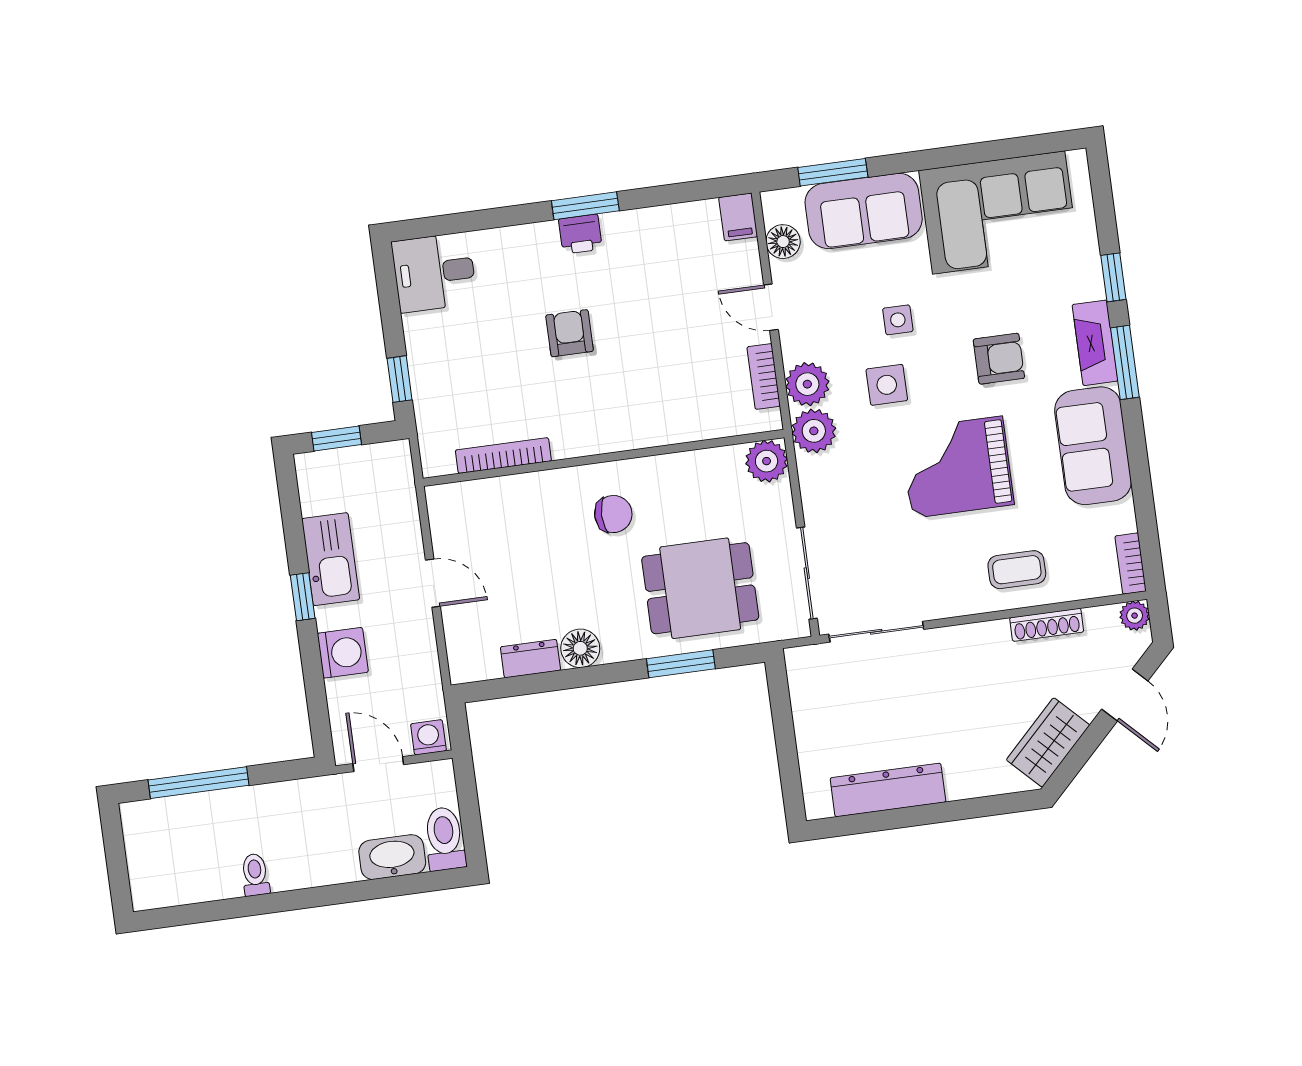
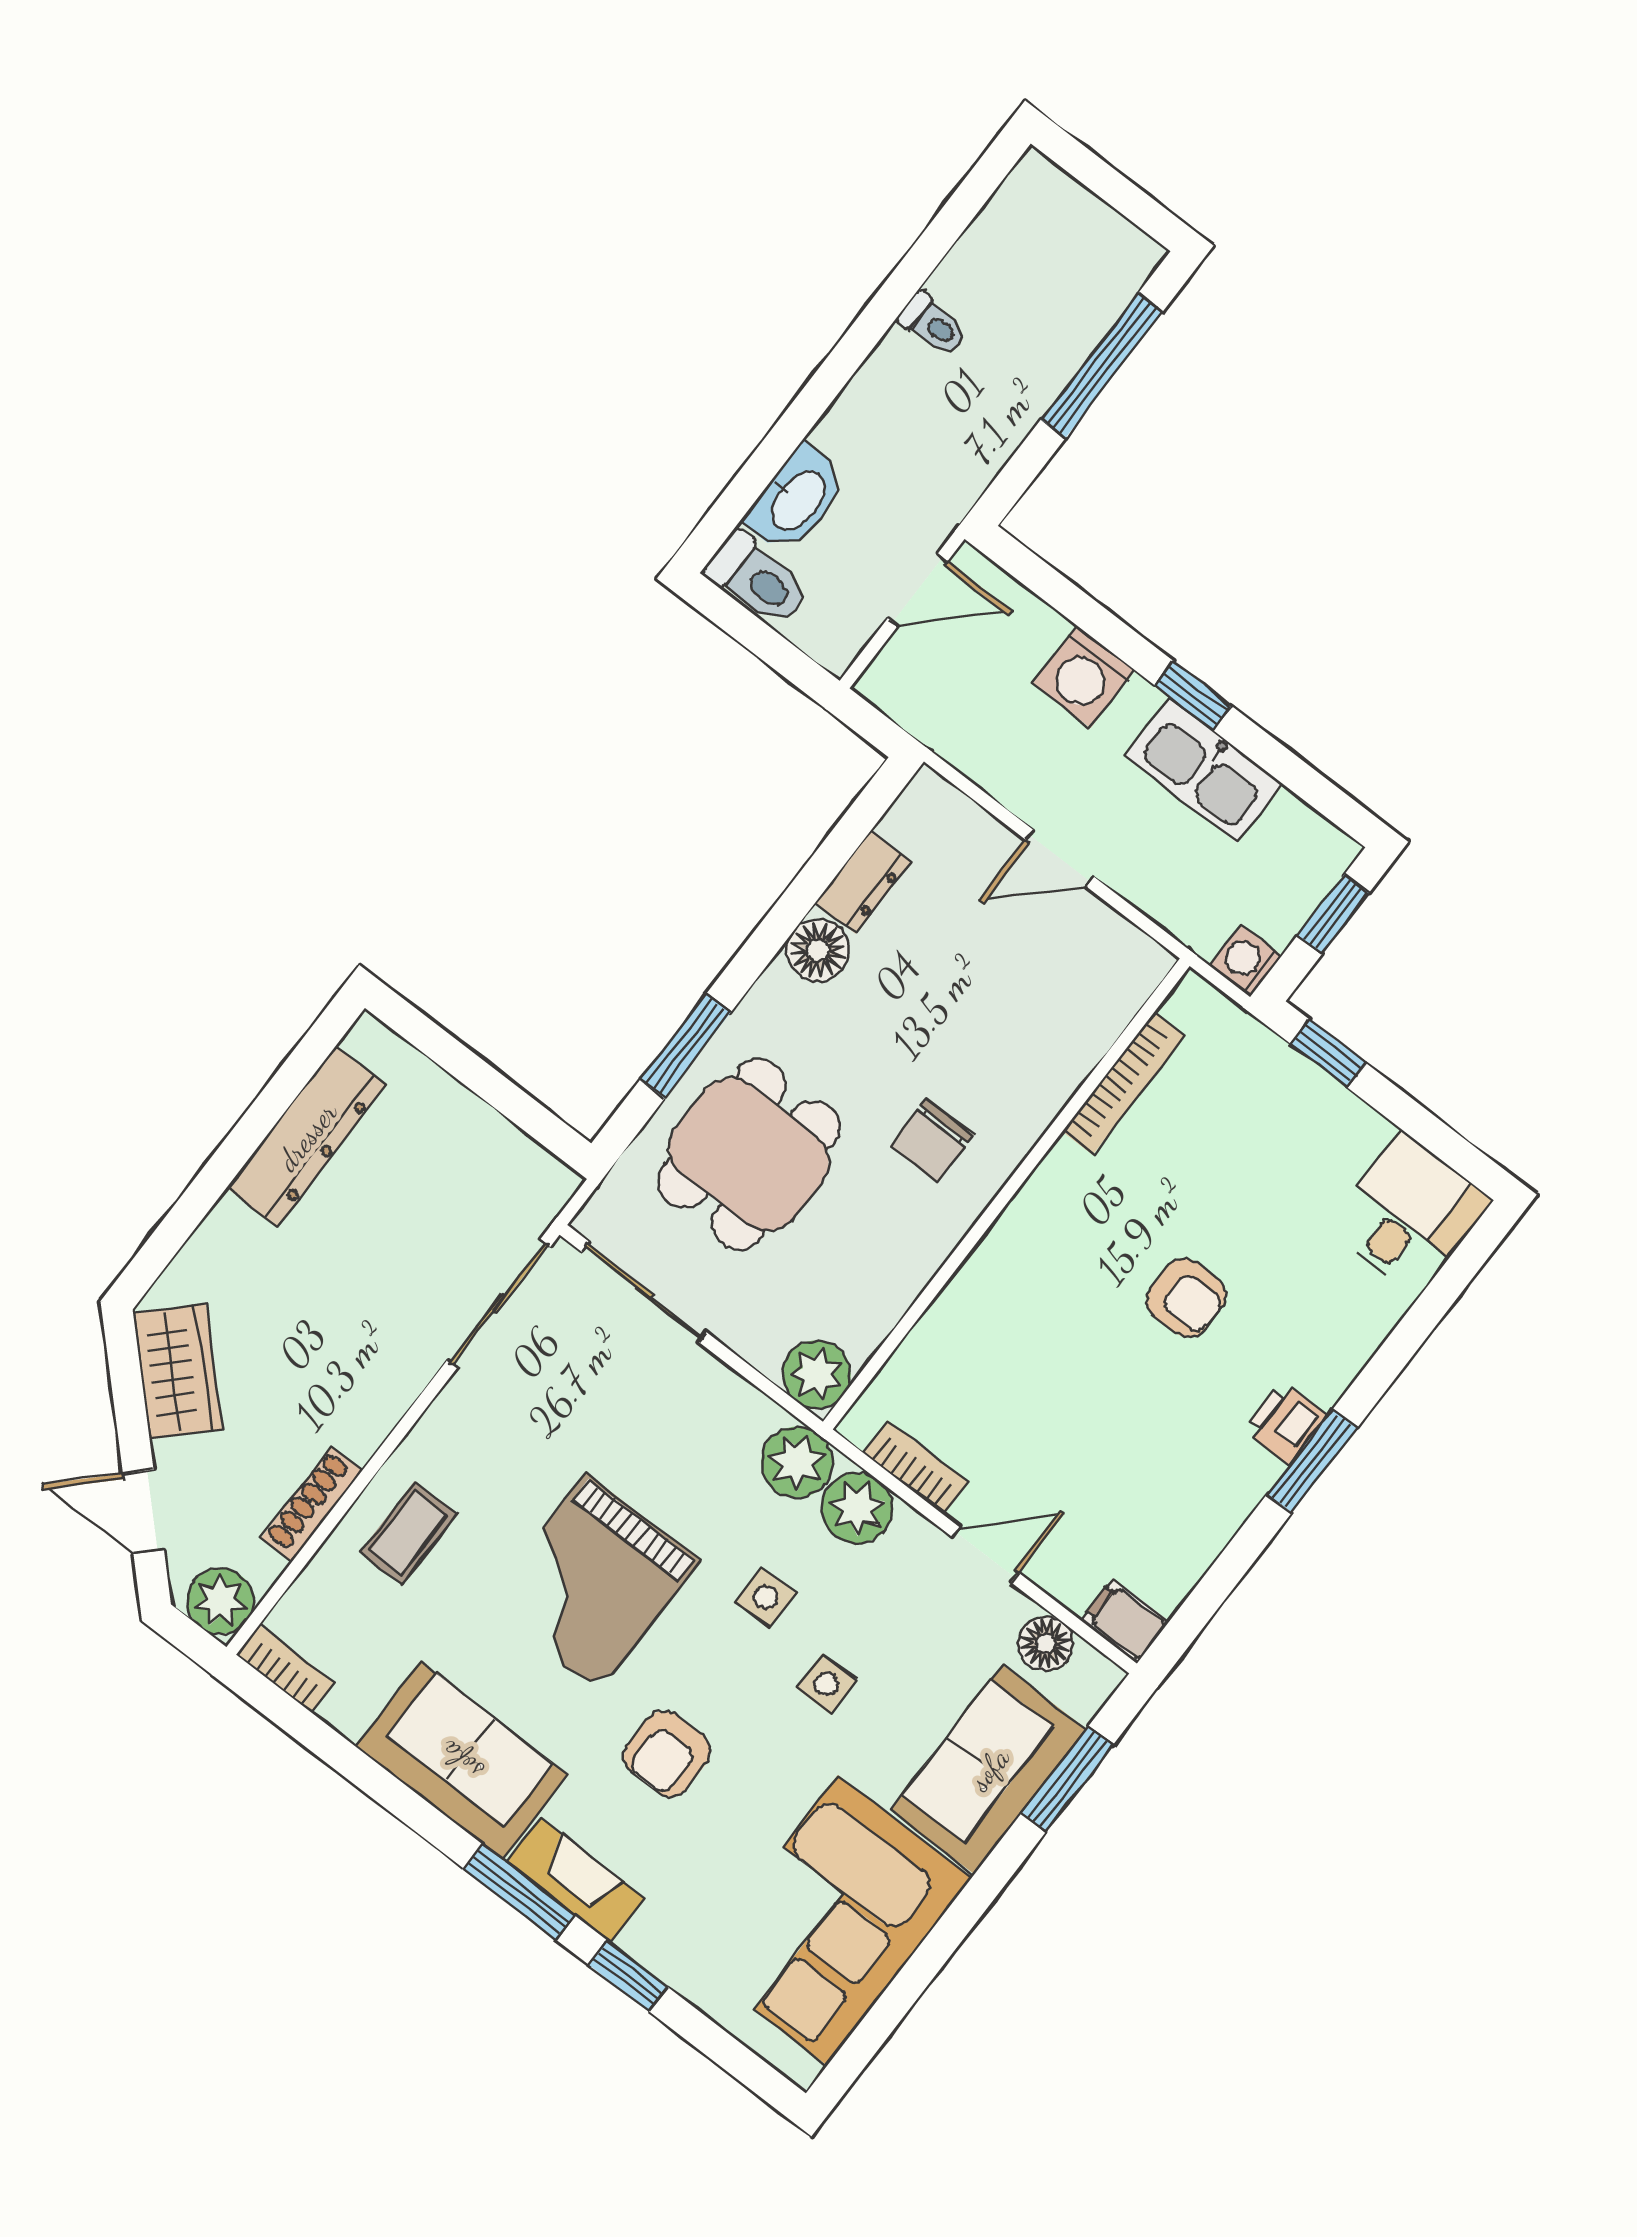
side table: (887, 385) -> (766, 1597), width x0.73, depth x0.73
grand piano: (957, 467) -> (593, 1583), turned 180
plant: (1135, 616) -> (220, 1601), width x1.38, depth x1.38
washing machine: (428, 737) -> (1246, 961), moved, turned 180

